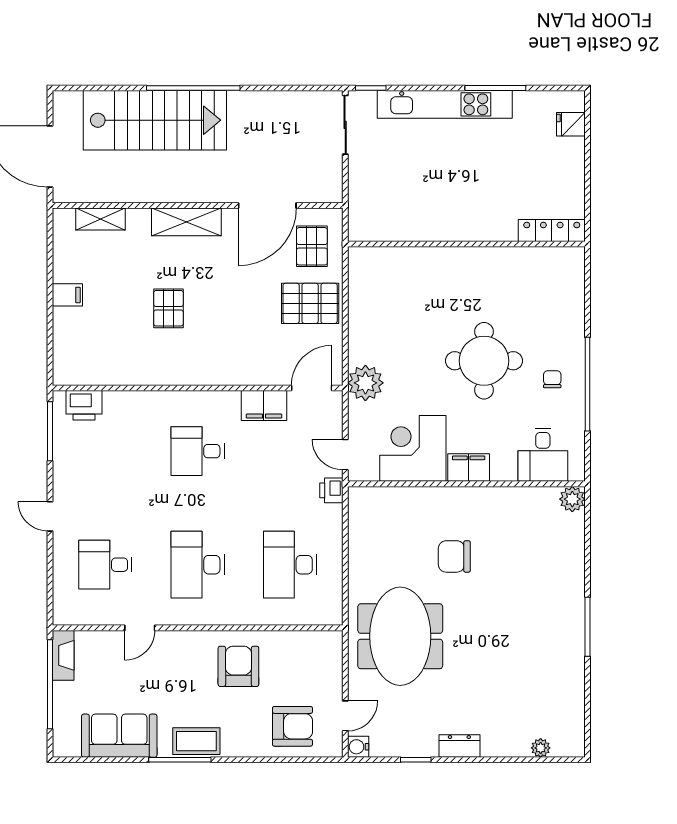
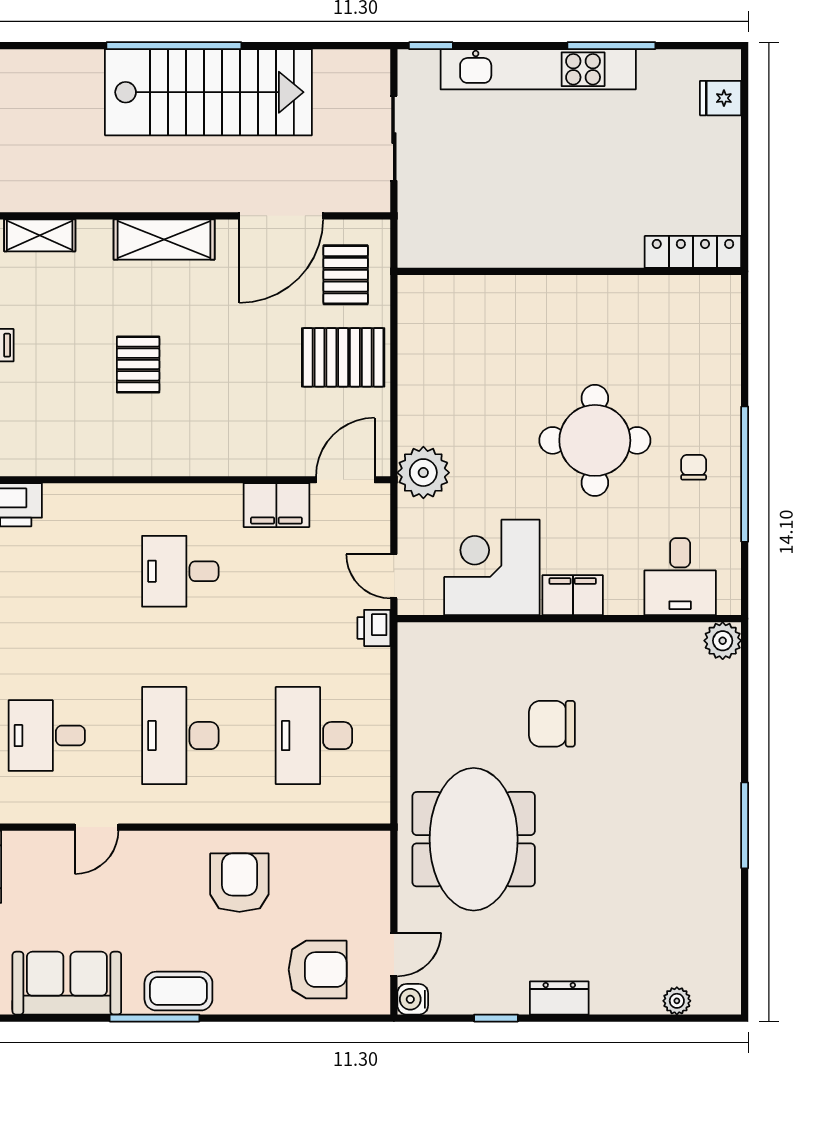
stairs: (155, 120) -> (208, 92), moved
sliding door: (345, 125) -> (394, 138), moved

